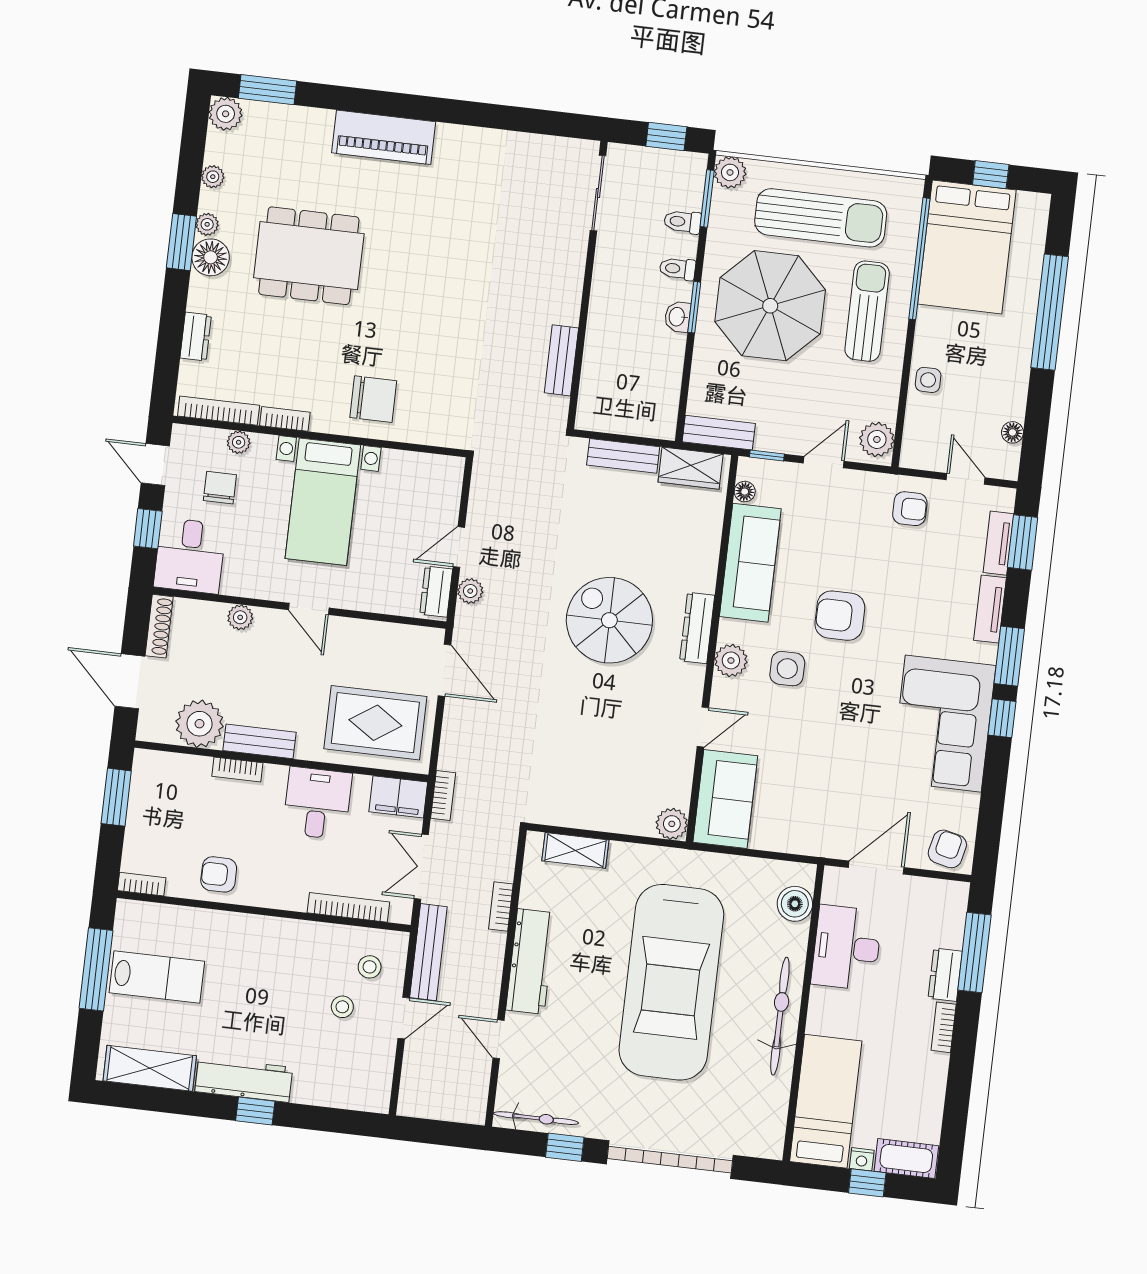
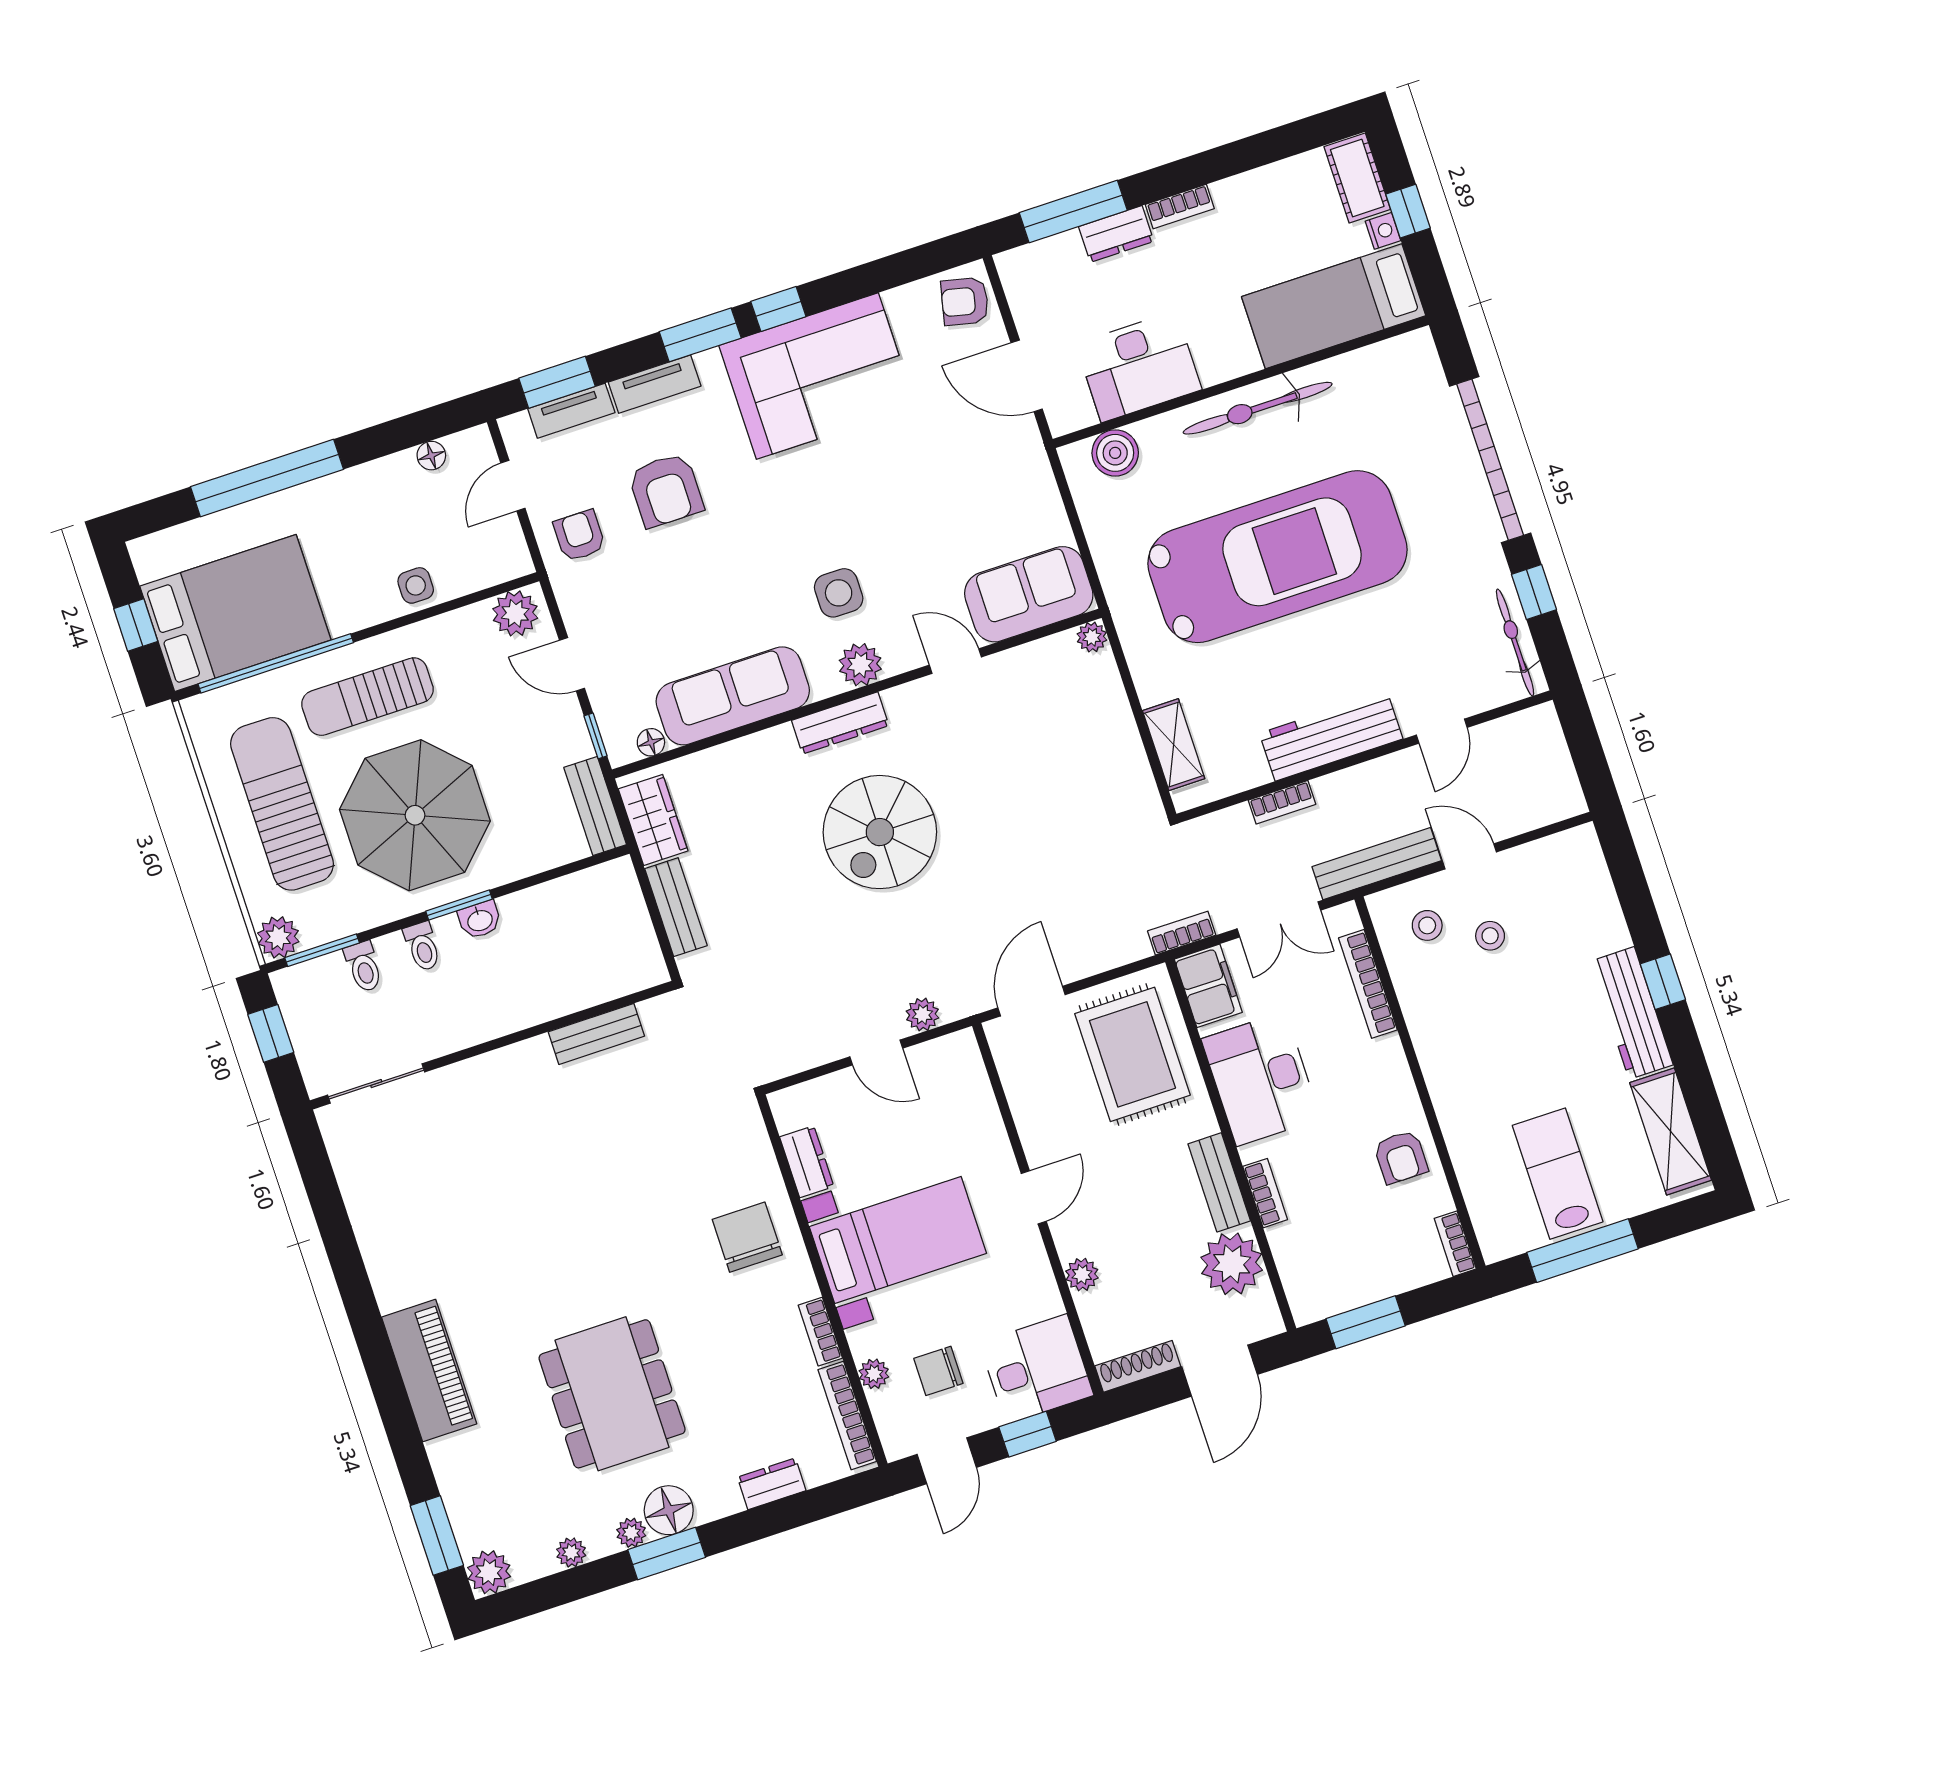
dresser: (436, 592) -> (807, 1162), moved, turned -90
armchair: (840, 616) -> (666, 490), moved
desk: (317, 803) -> (1261, 1079), width x1.37
plant: (672, 824) -> (1092, 637), width x0.73, depth x0.73

